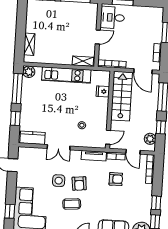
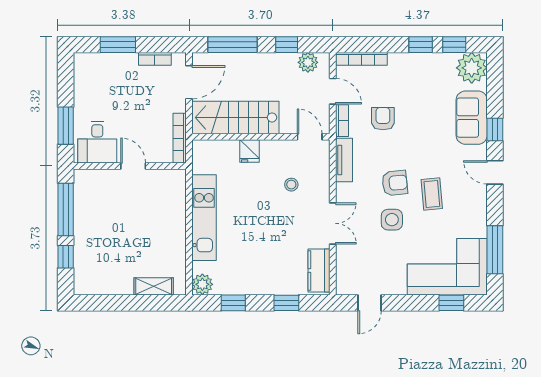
shelving: (83, 61) -> (178, 190), removed
window: (17, 89) -> (233, 303), width x0.46
fridge: (103, 91) -> (250, 151), moved
door: (133, 152) -> (333, 91), hinge flipped

